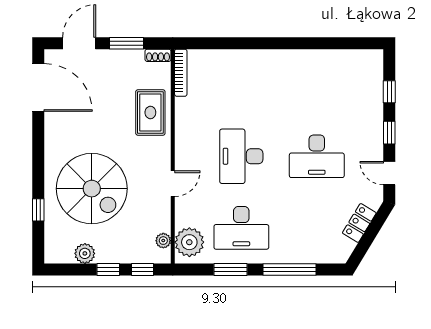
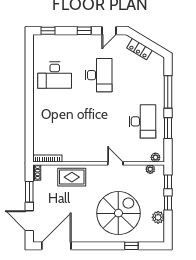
window: (389, 92) -> (48, 31), moved
desk: (241, 156) -> (55, 75), moved
plant: (189, 242) -> (155, 157), width x0.53, depth x0.53

